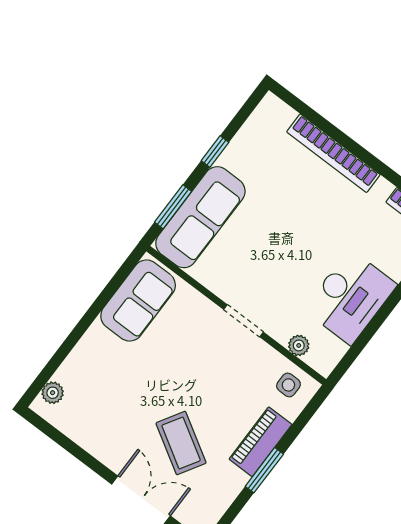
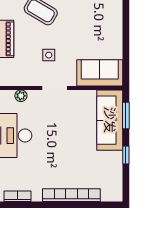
sofa: (138, 301) -> (100, 73), moved, turned 90
side table: (288, 385) -> (49, 55), moved

